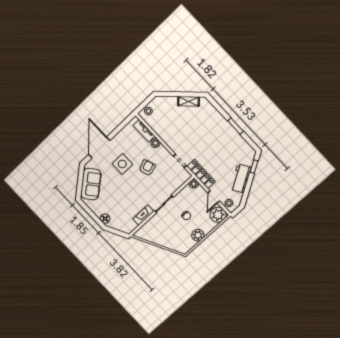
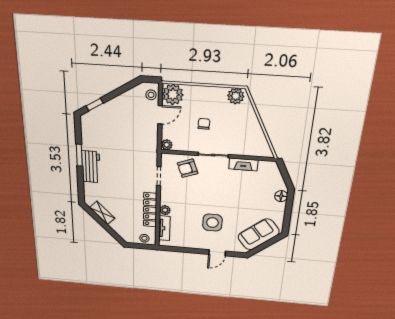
door: (99, 148) -> (217, 253), width x0.53
armchair: (147, 168) -> (188, 168), moved
locker: (201, 174) -> (150, 210), moved
workbench: (241, 178) -> (91, 167), moved, turned -59
plant: (198, 235) -> (236, 96), moved

